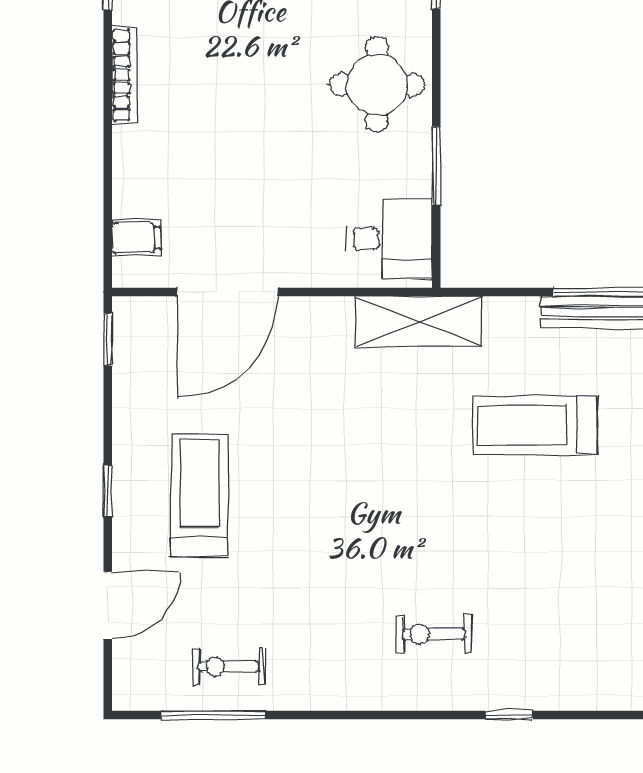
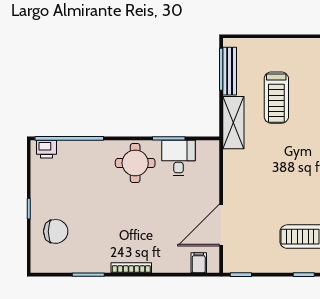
desk: (389, 239) -> (178, 158), moved
door: (227, 292) -> (221, 225), swing flipped
shelving: (419, 321) -> (233, 123), moved

